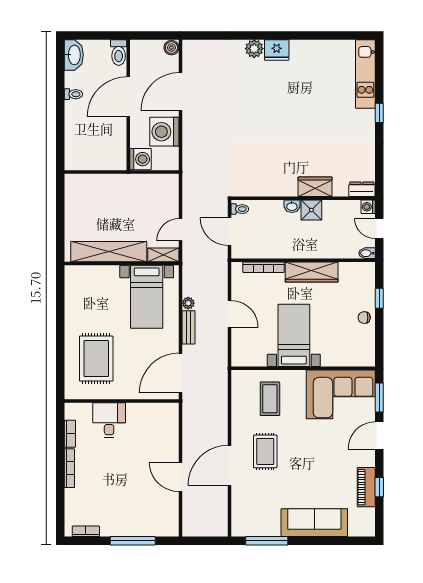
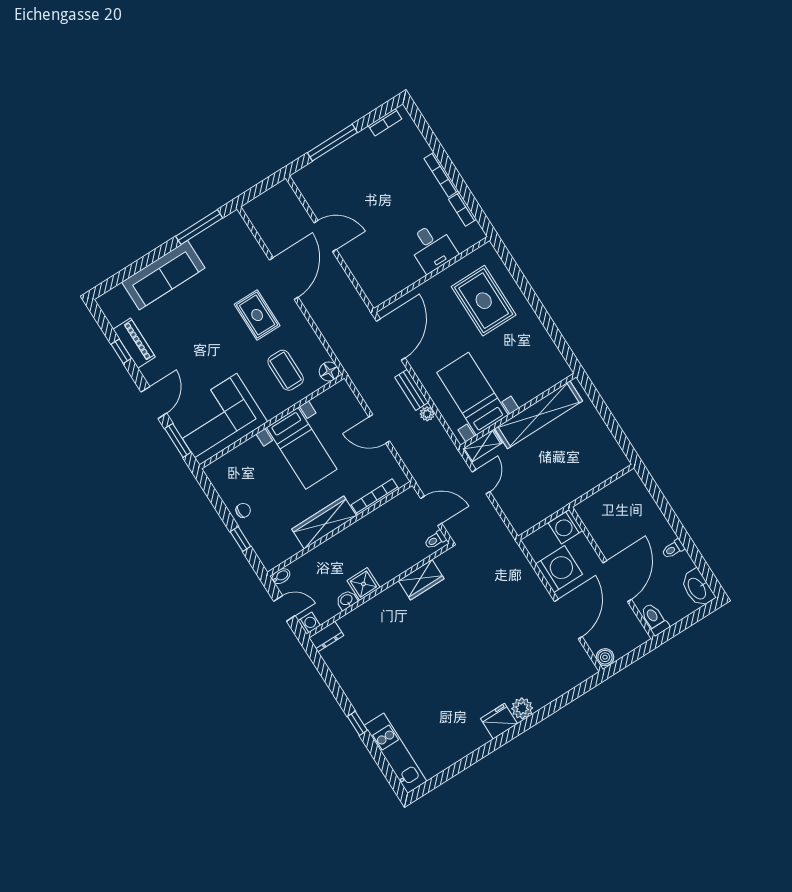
wardrobe: (315, 187) -> (421, 580), moved
washbasin: (292, 206) -> (347, 600), moved
floor lamp: (239, 378) -> (329, 372), added

